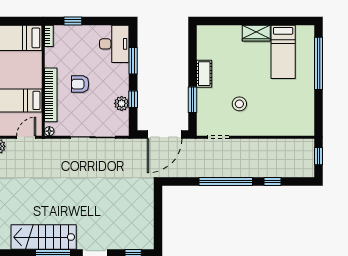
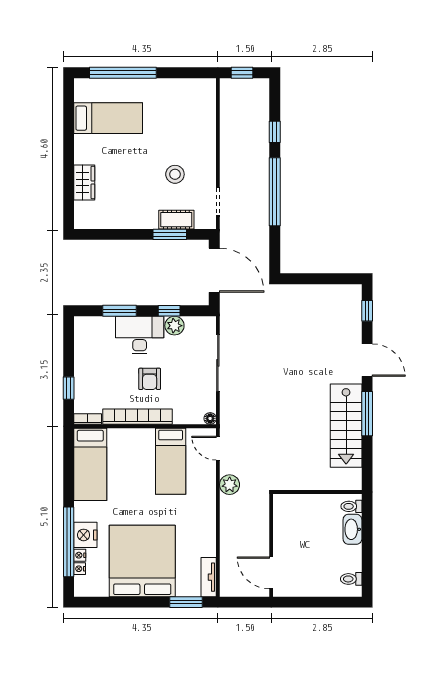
wardrobe: (256, 33) -> (84, 183), moved
desk: (114, 44) -> (140, 335), moved
cot: (204, 74) -> (176, 220), moved
bookcase: (51, 95) -> (137, 417), moved

